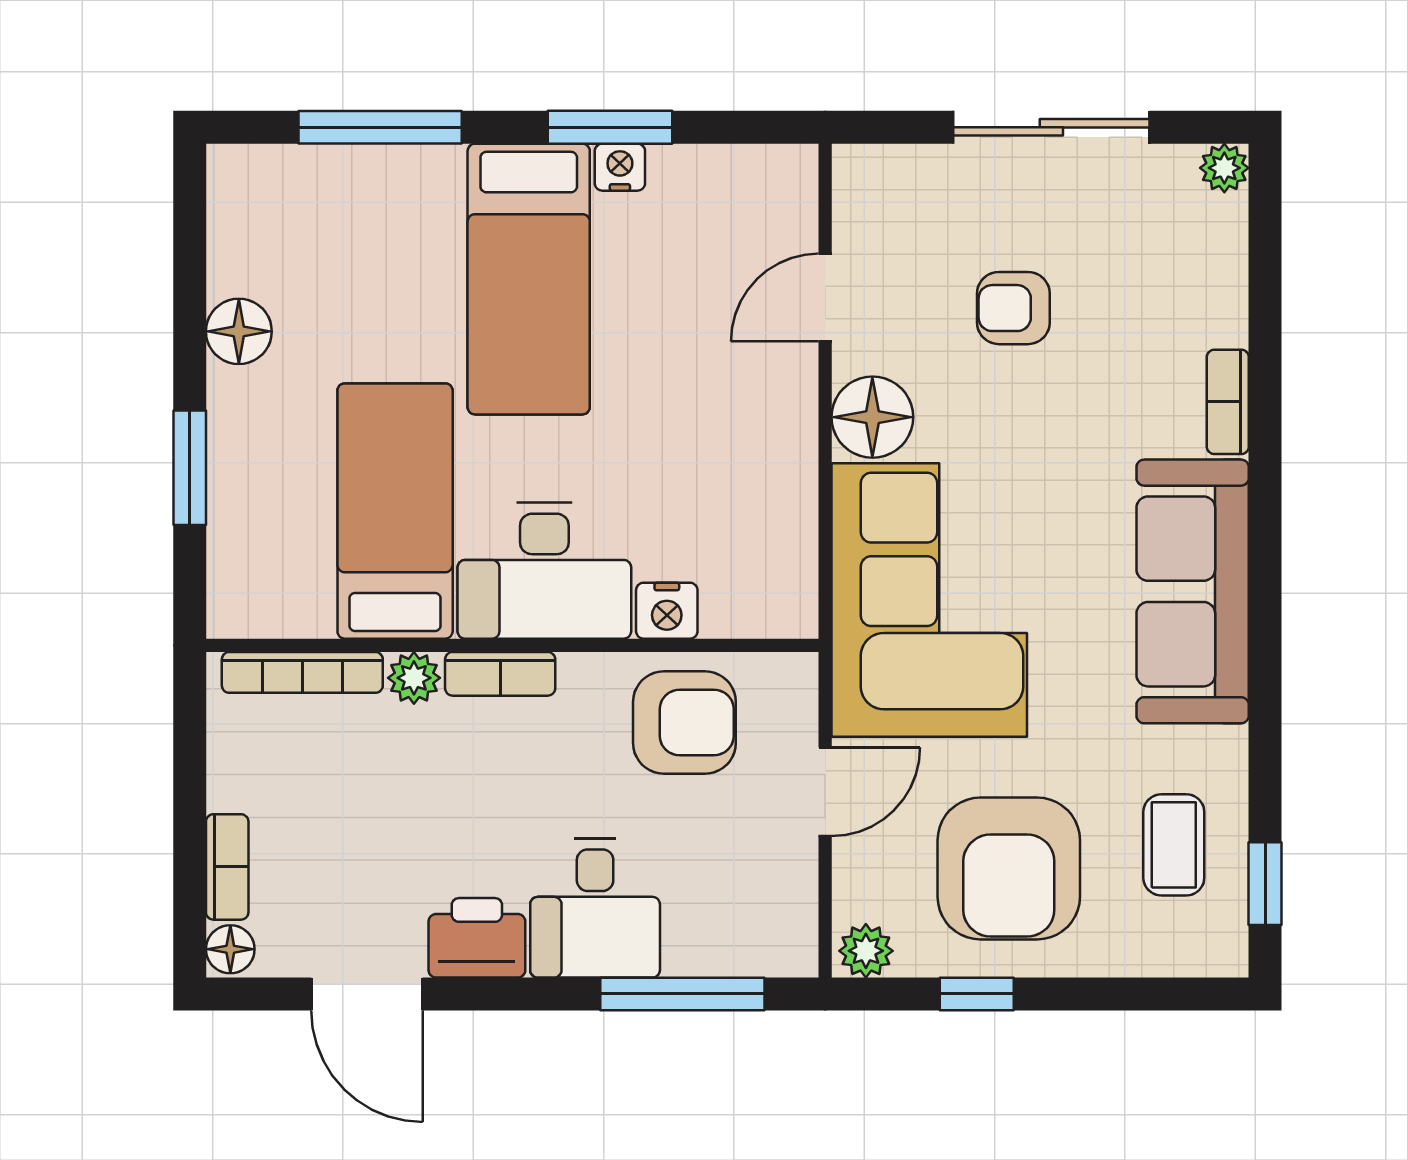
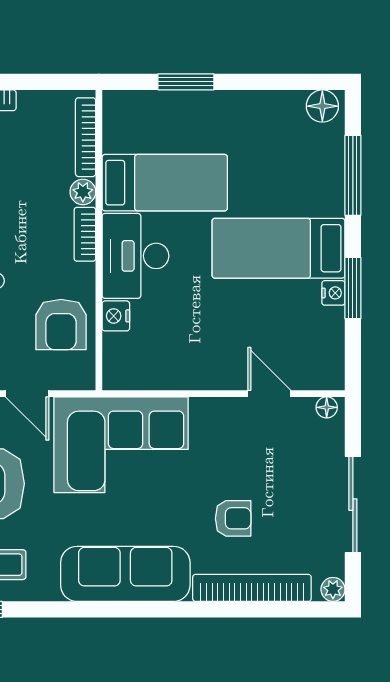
armchair: (1013, 308) -> (233, 518), moved, turned 90
floor lamp: (239, 331) -> (322, 106), moved
bookcase: (1228, 402) -> (252, 588), width x2.31, depth x1.31
floor lamp: (872, 417) -> (327, 407), moved, width x0.53, depth x0.53

